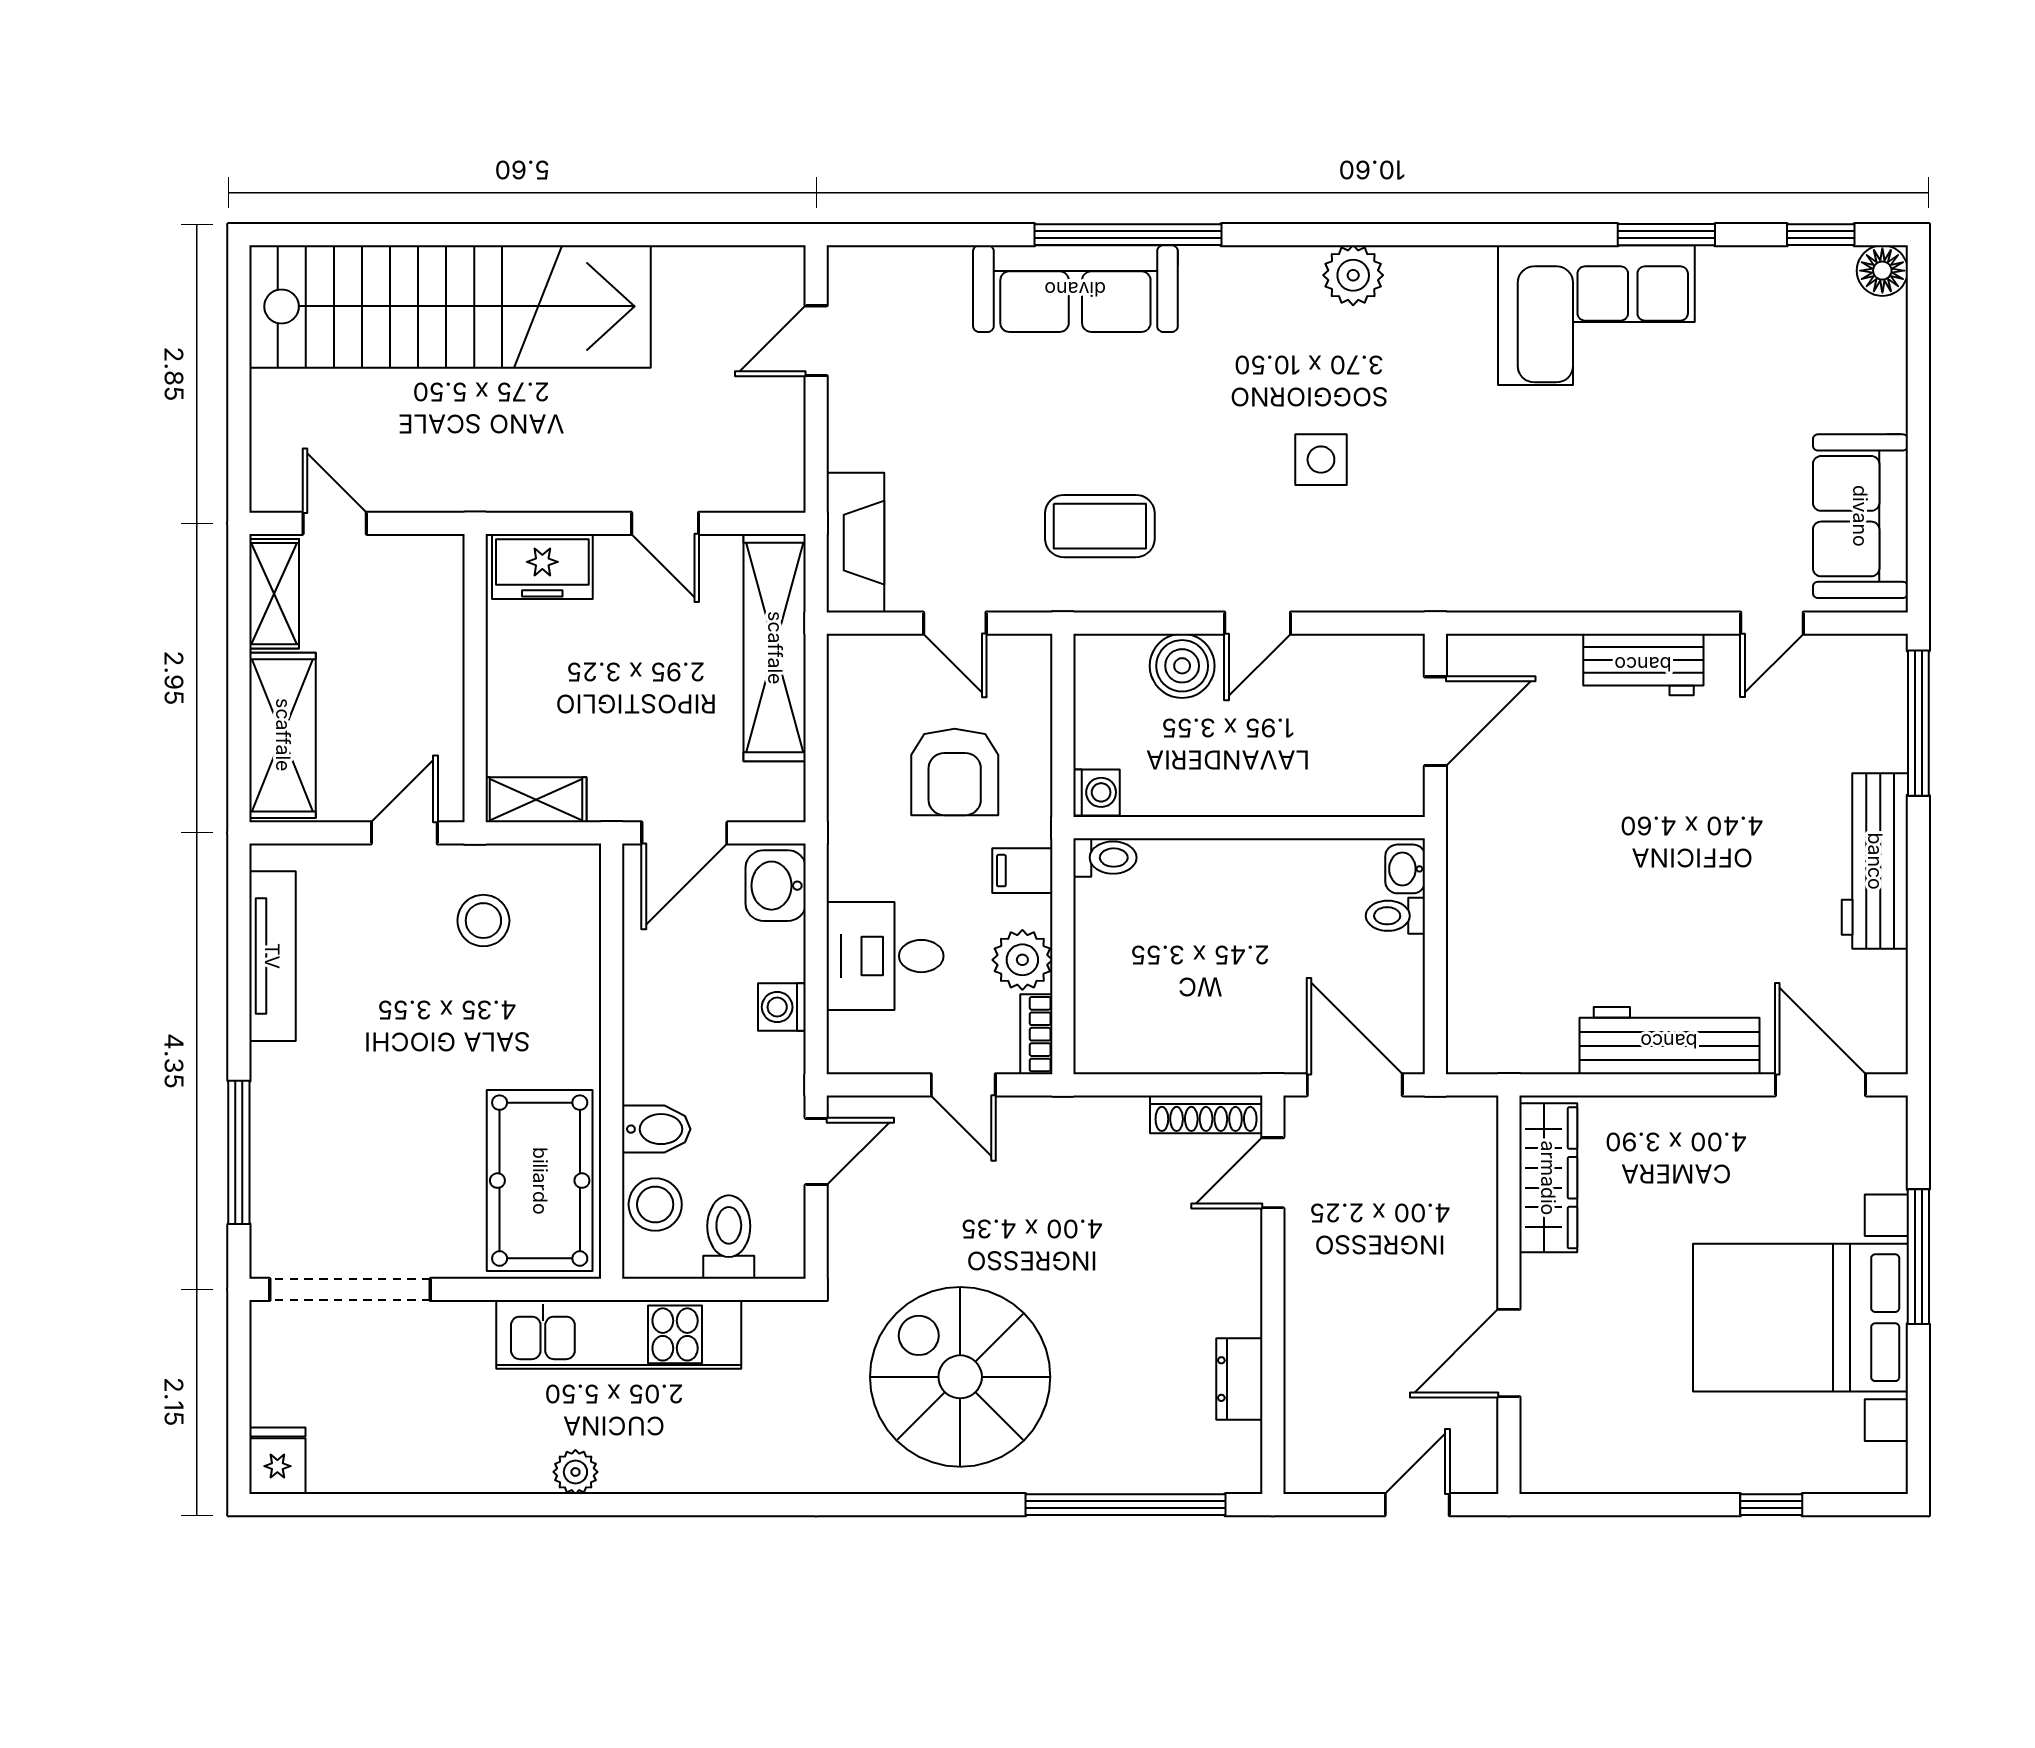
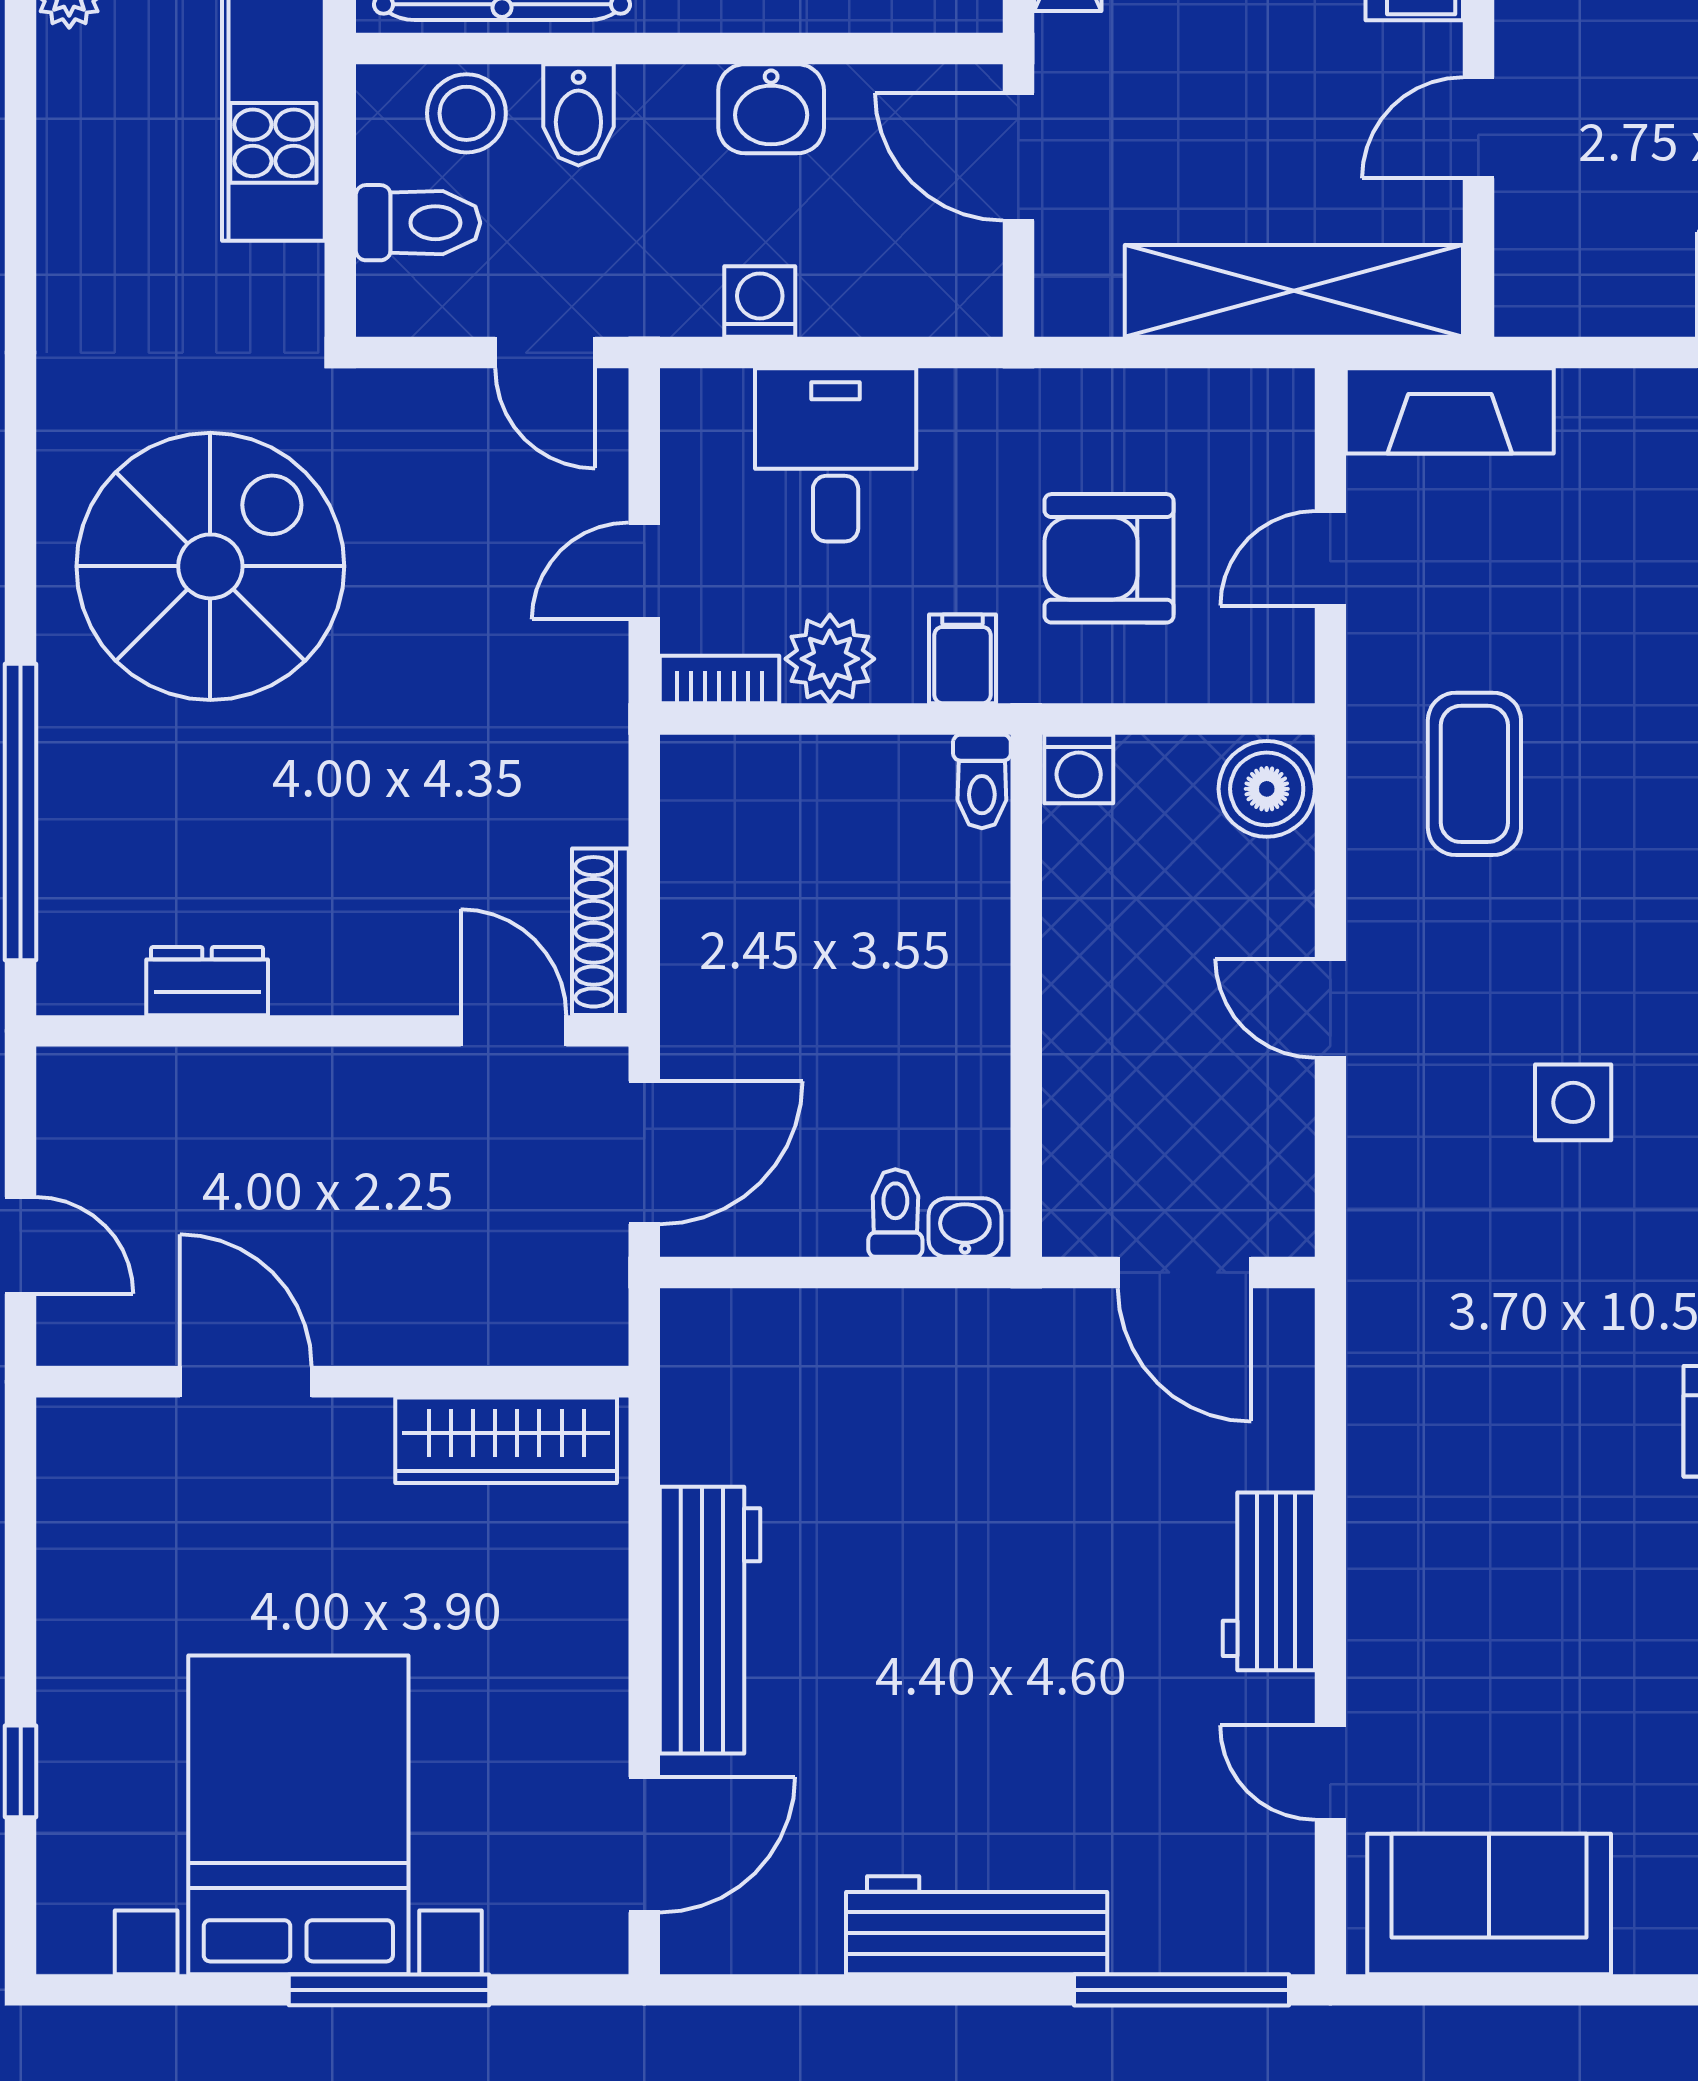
boiler: (1182, 666) -> (1267, 789), moved
washbasin: (776, 886) -> (771, 109), moved, turned 180

